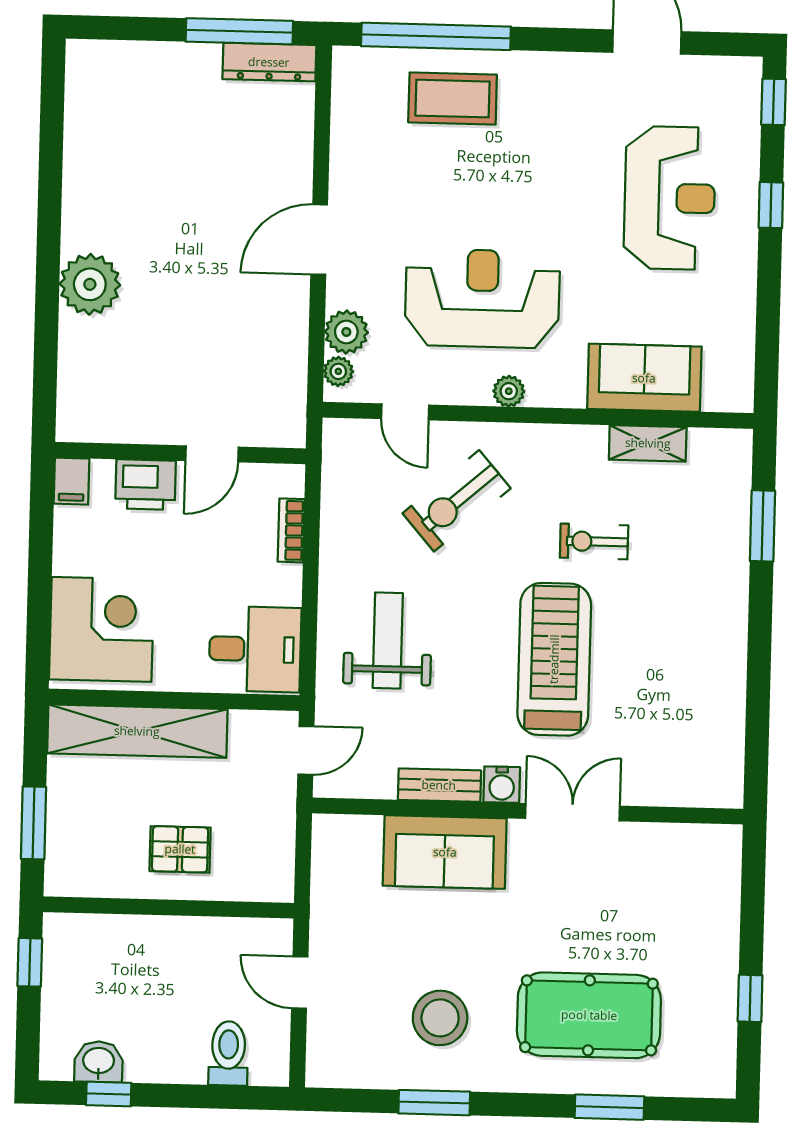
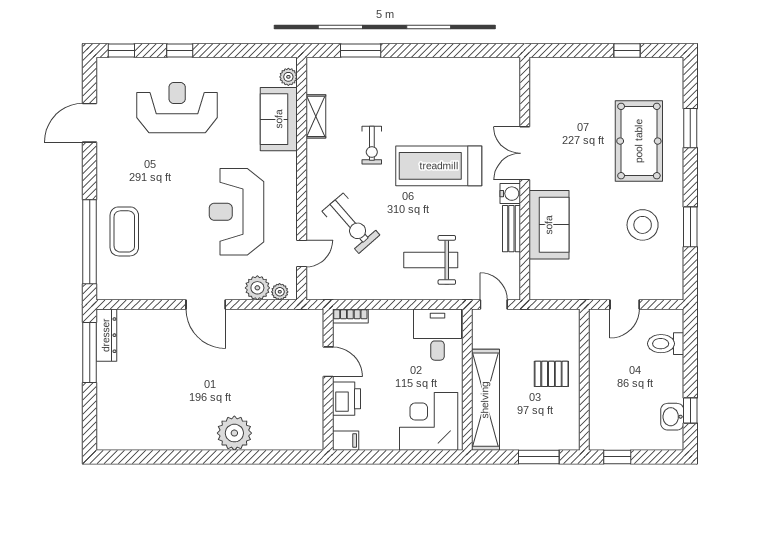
plant: (509, 391) -> (288, 77), moved
bookcase: (291, 530) -> (350, 316), moved
pallet: (180, 849) -> (551, 374), turned 90

